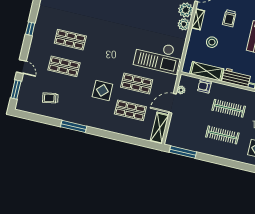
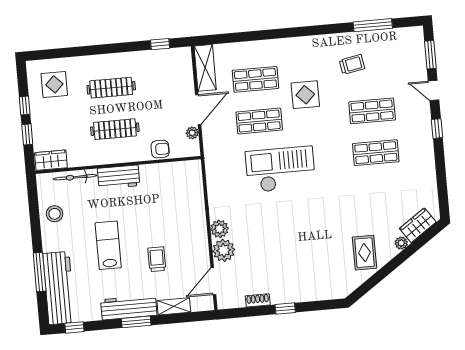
shelving: (198, 19) -> (201, 243), removed
window: (30, 29) -> (437, 129), moved
stool: (212, 42) -> (171, 216), removed
checkout: (158, 56) -> (280, 169), moved
shelving: (207, 71) -> (164, 172), removed
trolley: (50, 98) -> (352, 64), moved
window: (74, 126) -> (373, 25), moved
window: (183, 152) -> (160, 44), width x0.46

